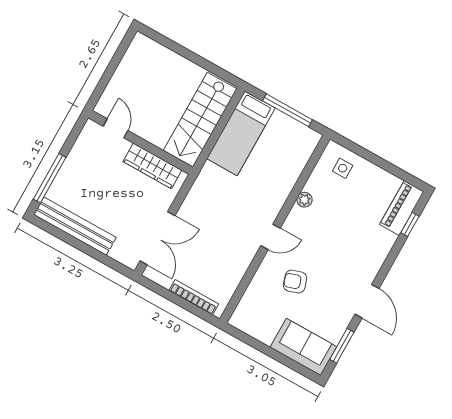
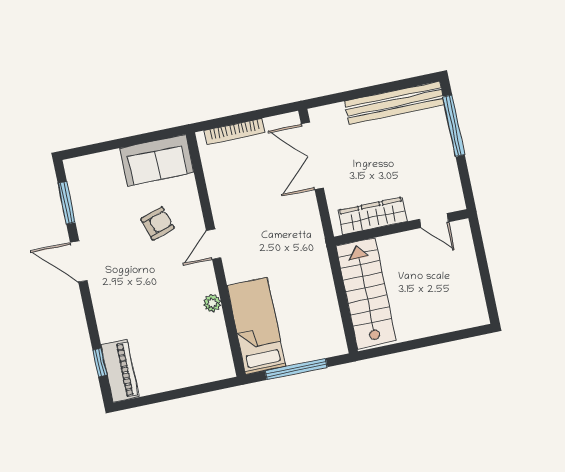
bed: (241, 133) -> (256, 326), moved
side table: (343, 168) -> (203, 360), removed
sofa: (303, 347) -> (157, 160), moved

